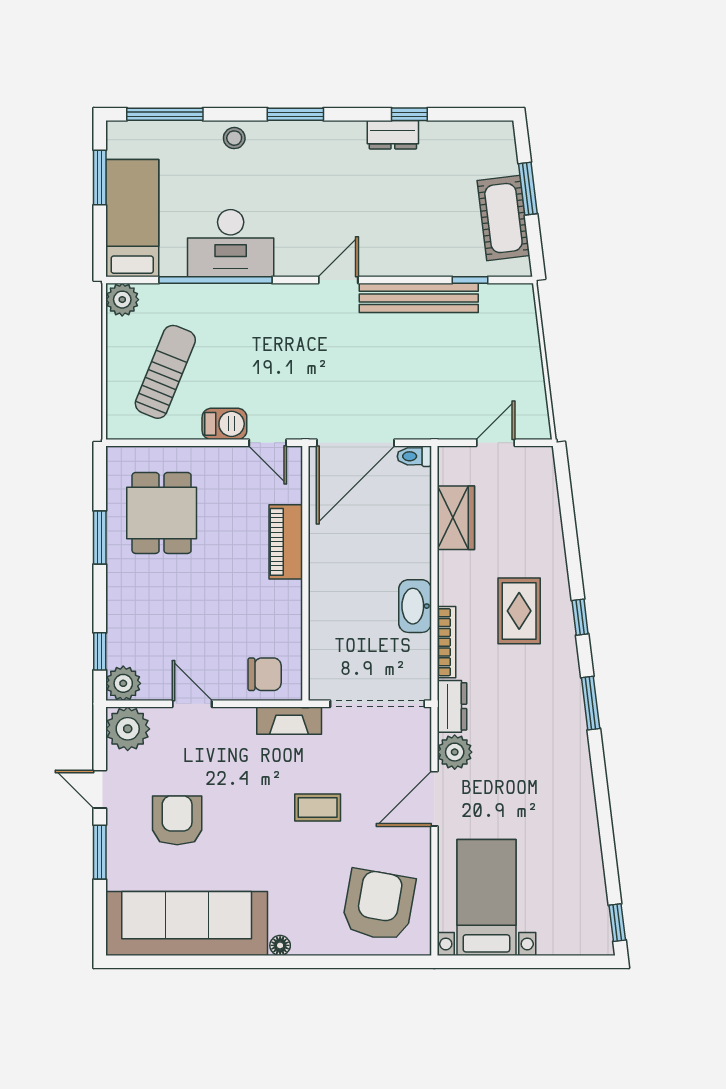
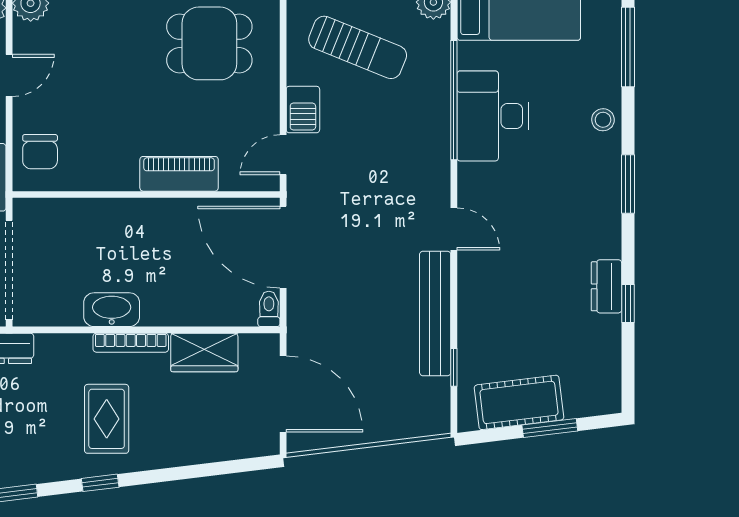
door: (495, 443) -> (283, 394), width x1.87
rug: (519, 611) -> (107, 419), turned 90
bookcase: (447, 642) -> (131, 343), moved

